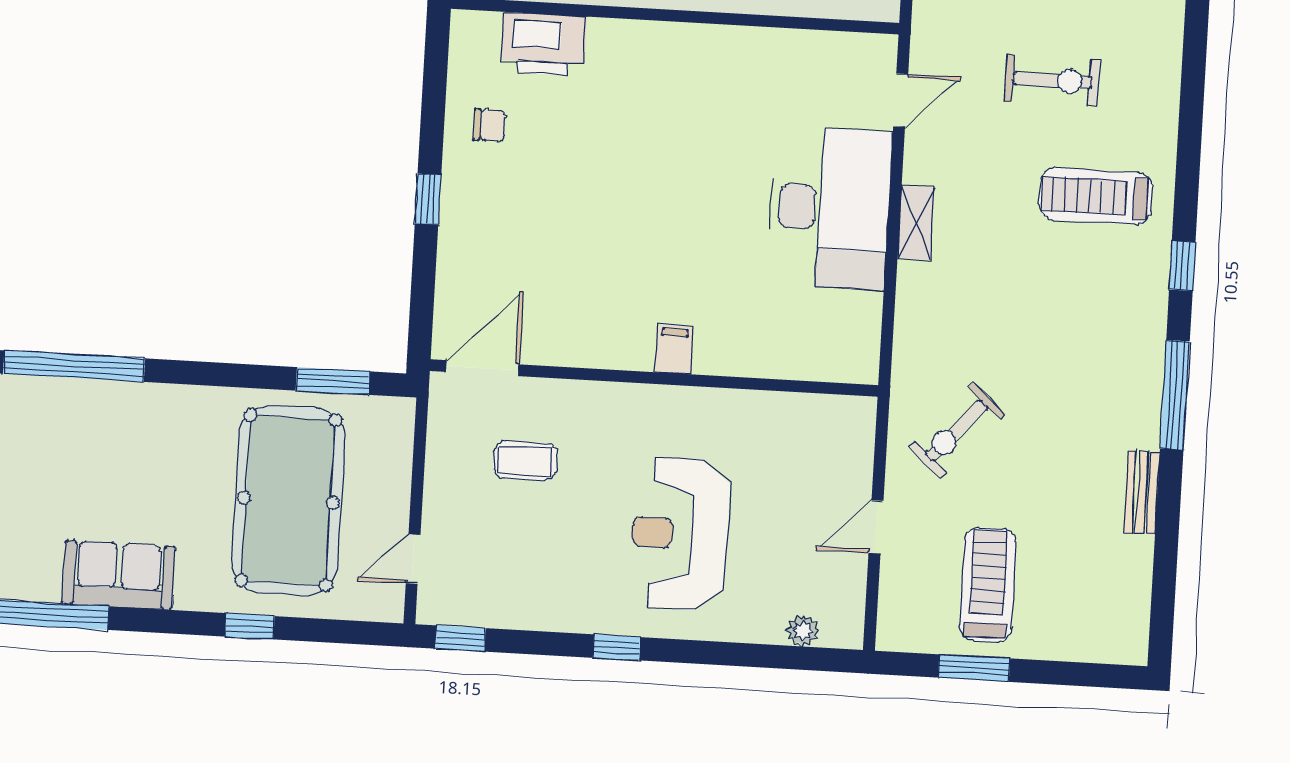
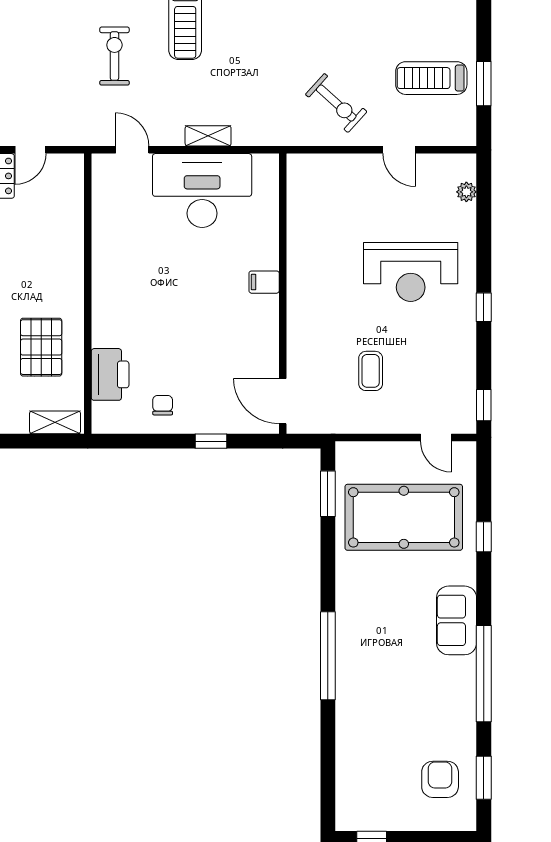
filing cabinet: (674, 349) -> (264, 282), moved
door: (482, 368) -> (283, 401), moved
wall: (654, 378) -> (283, 294), moved

